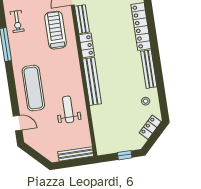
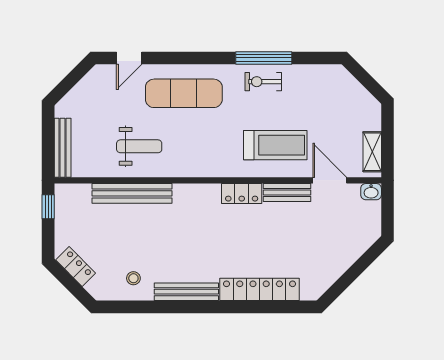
exercise bike: (17, 21) -> (263, 82), moved
bench: (92, 81) -> (132, 193), moved
locker: (150, 127) -> (76, 267), moved
window: (125, 155) -> (48, 207), moved

